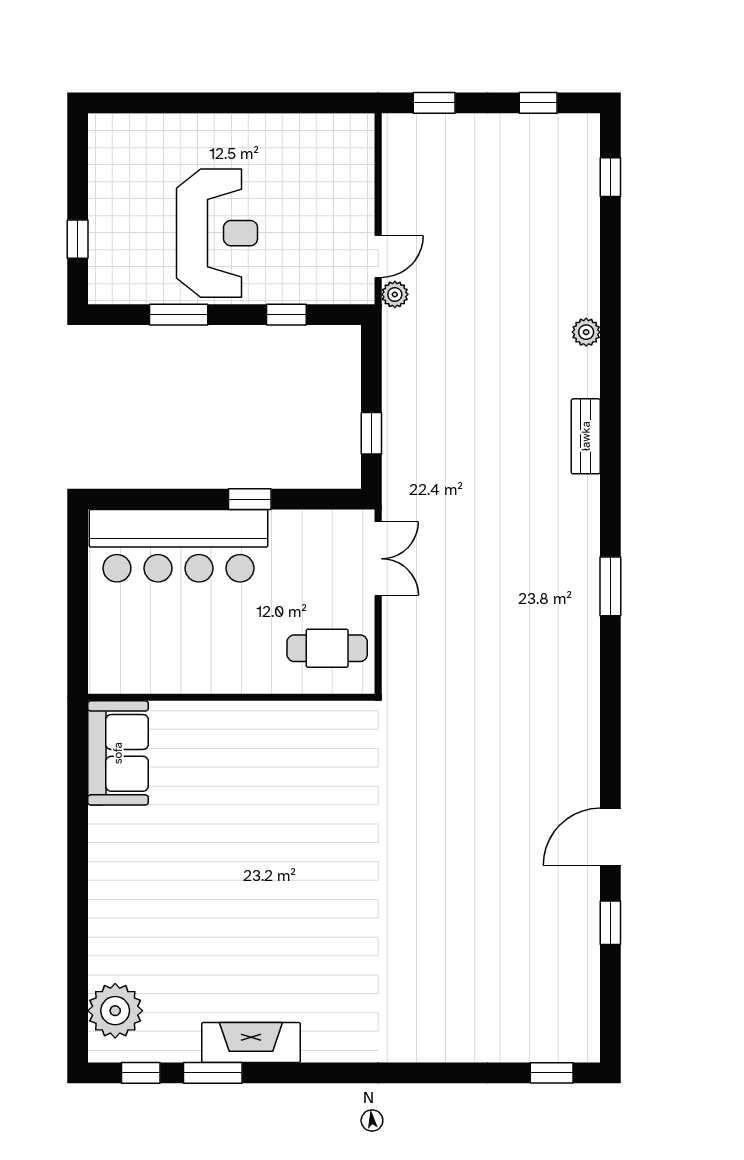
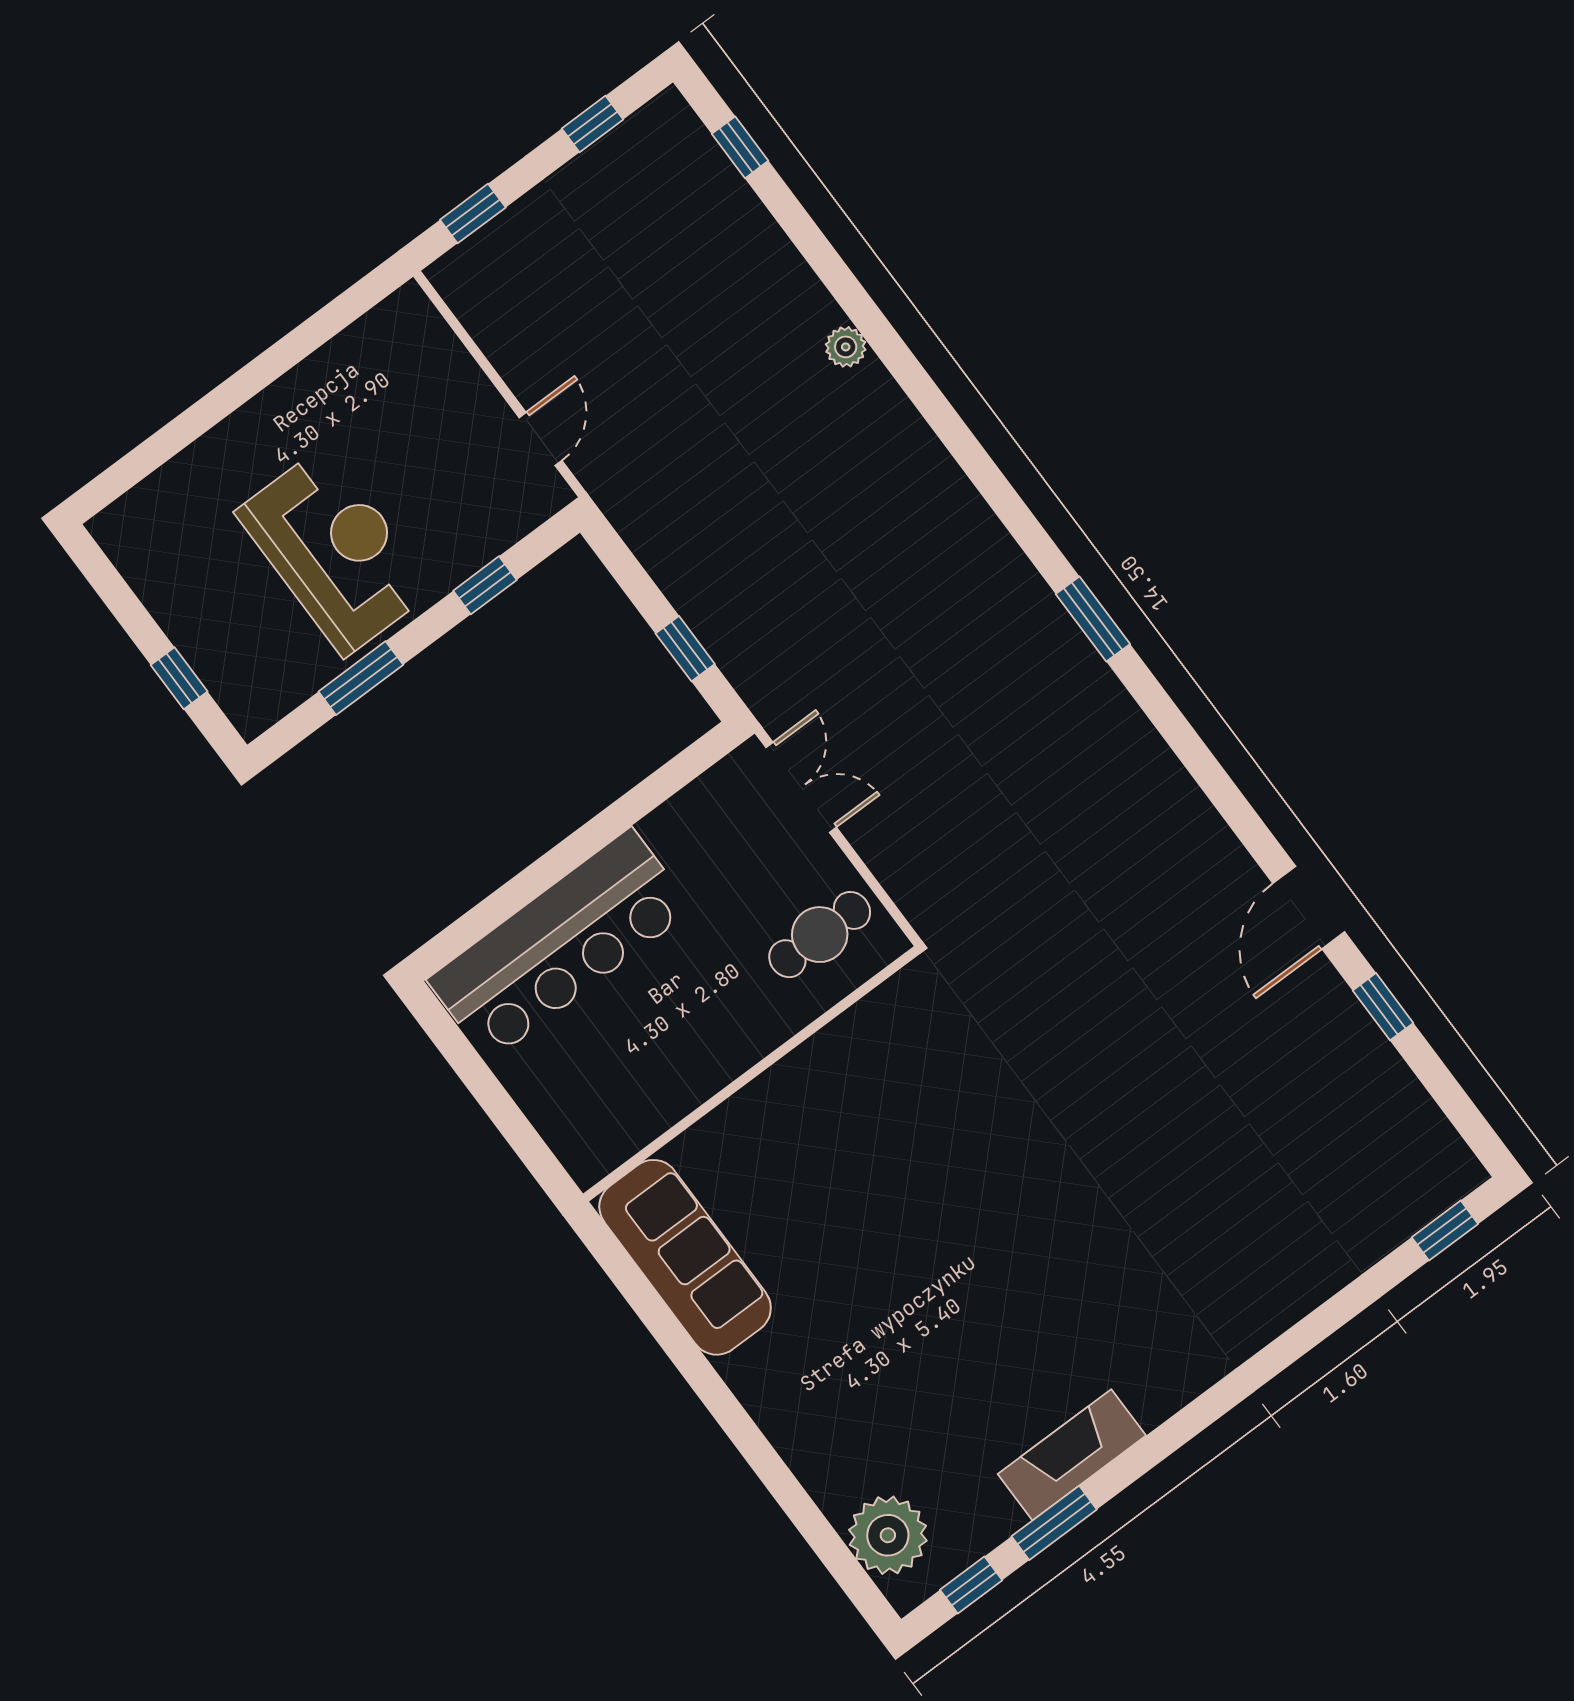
plant: (395, 294) -> (593, 468), removed
bench: (586, 436) -> (935, 467), removed
window: (250, 499) -> (602, 829), removed
sofa: (118, 753) -> (685, 1257), width x1.36

